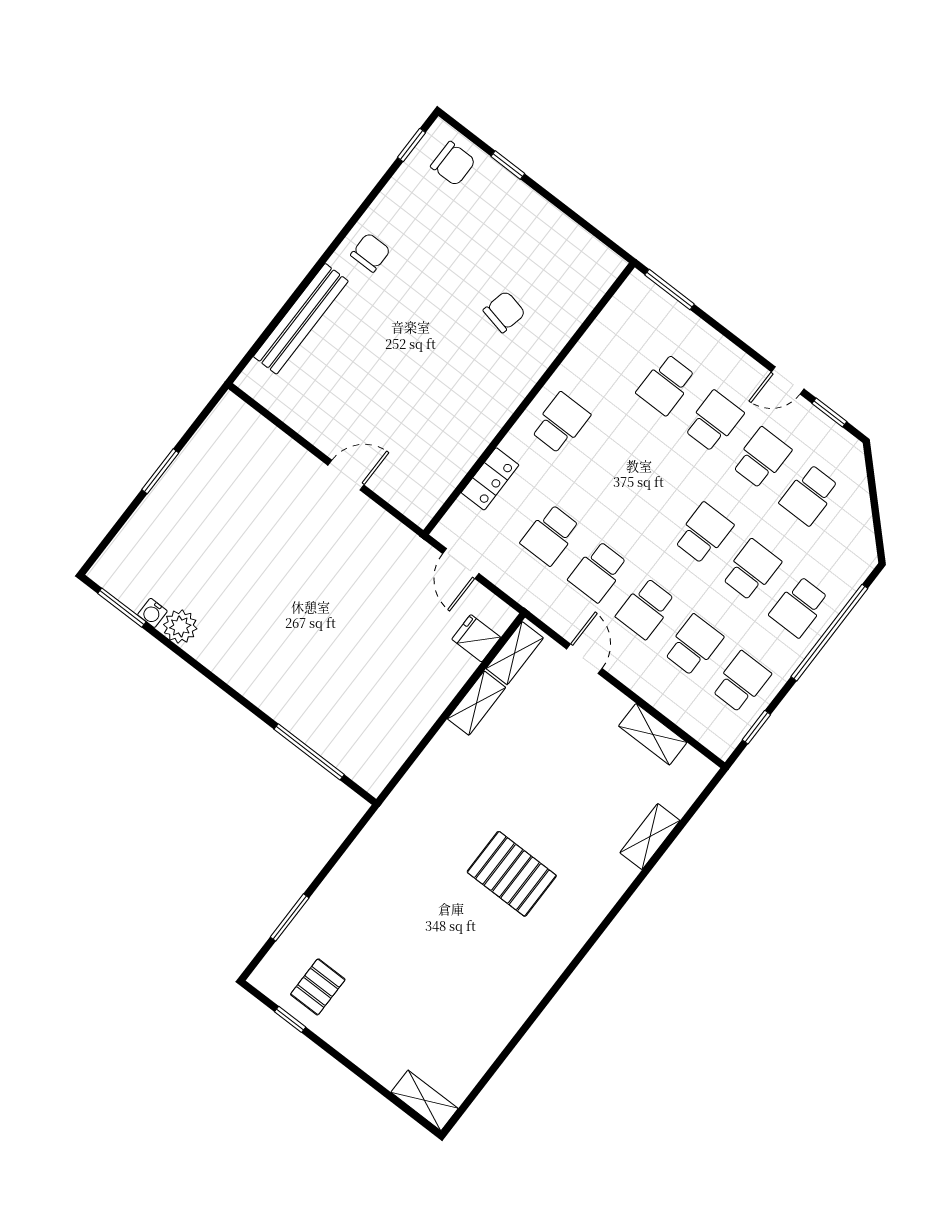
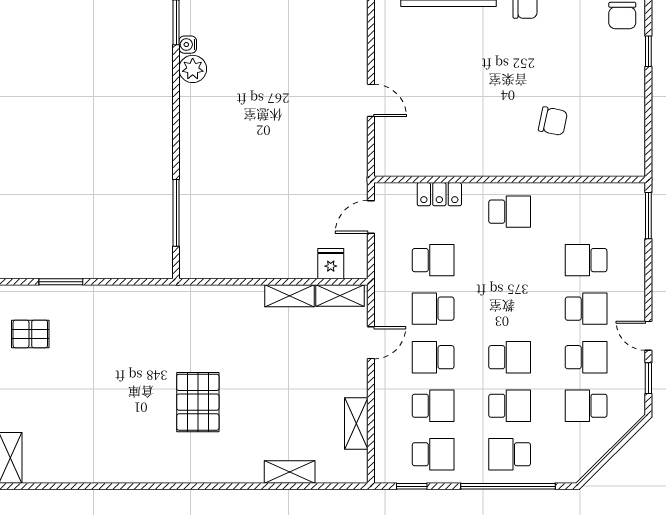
school desk: (550, 535) -> (433, 260), turned 180

